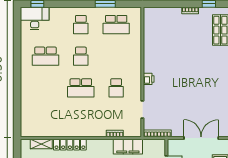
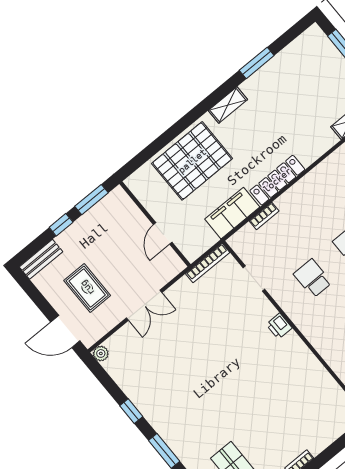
double door: (201, 138) -> (144, 305), width x0.73
locker: (70, 145) -> (277, 180), moved

